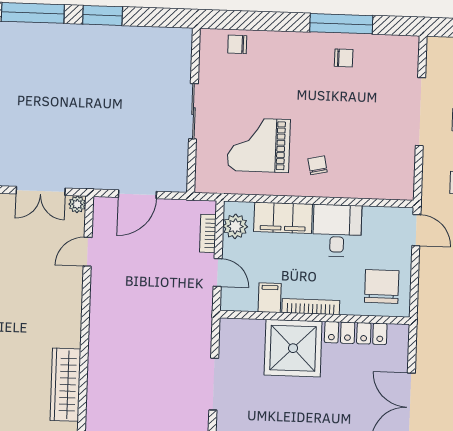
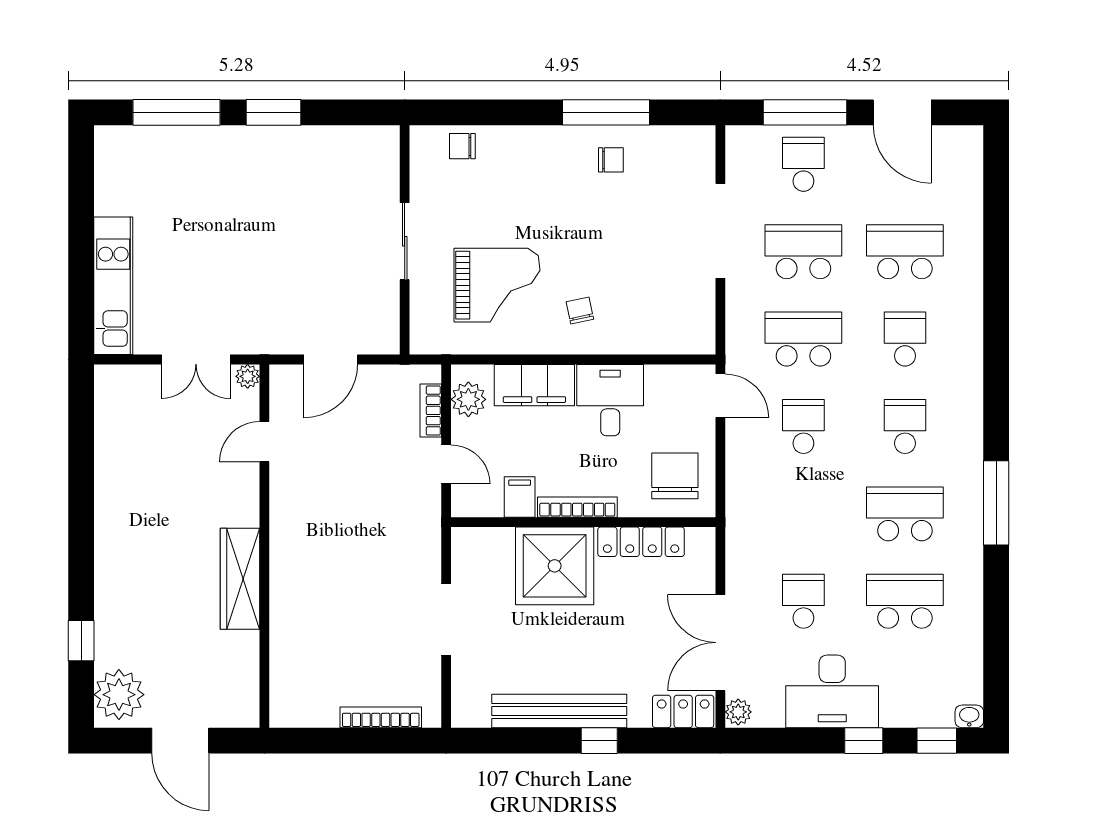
grand piano: (259, 145) -> (497, 285), turned 180
wardrobe: (66, 385) -> (240, 579), moved

